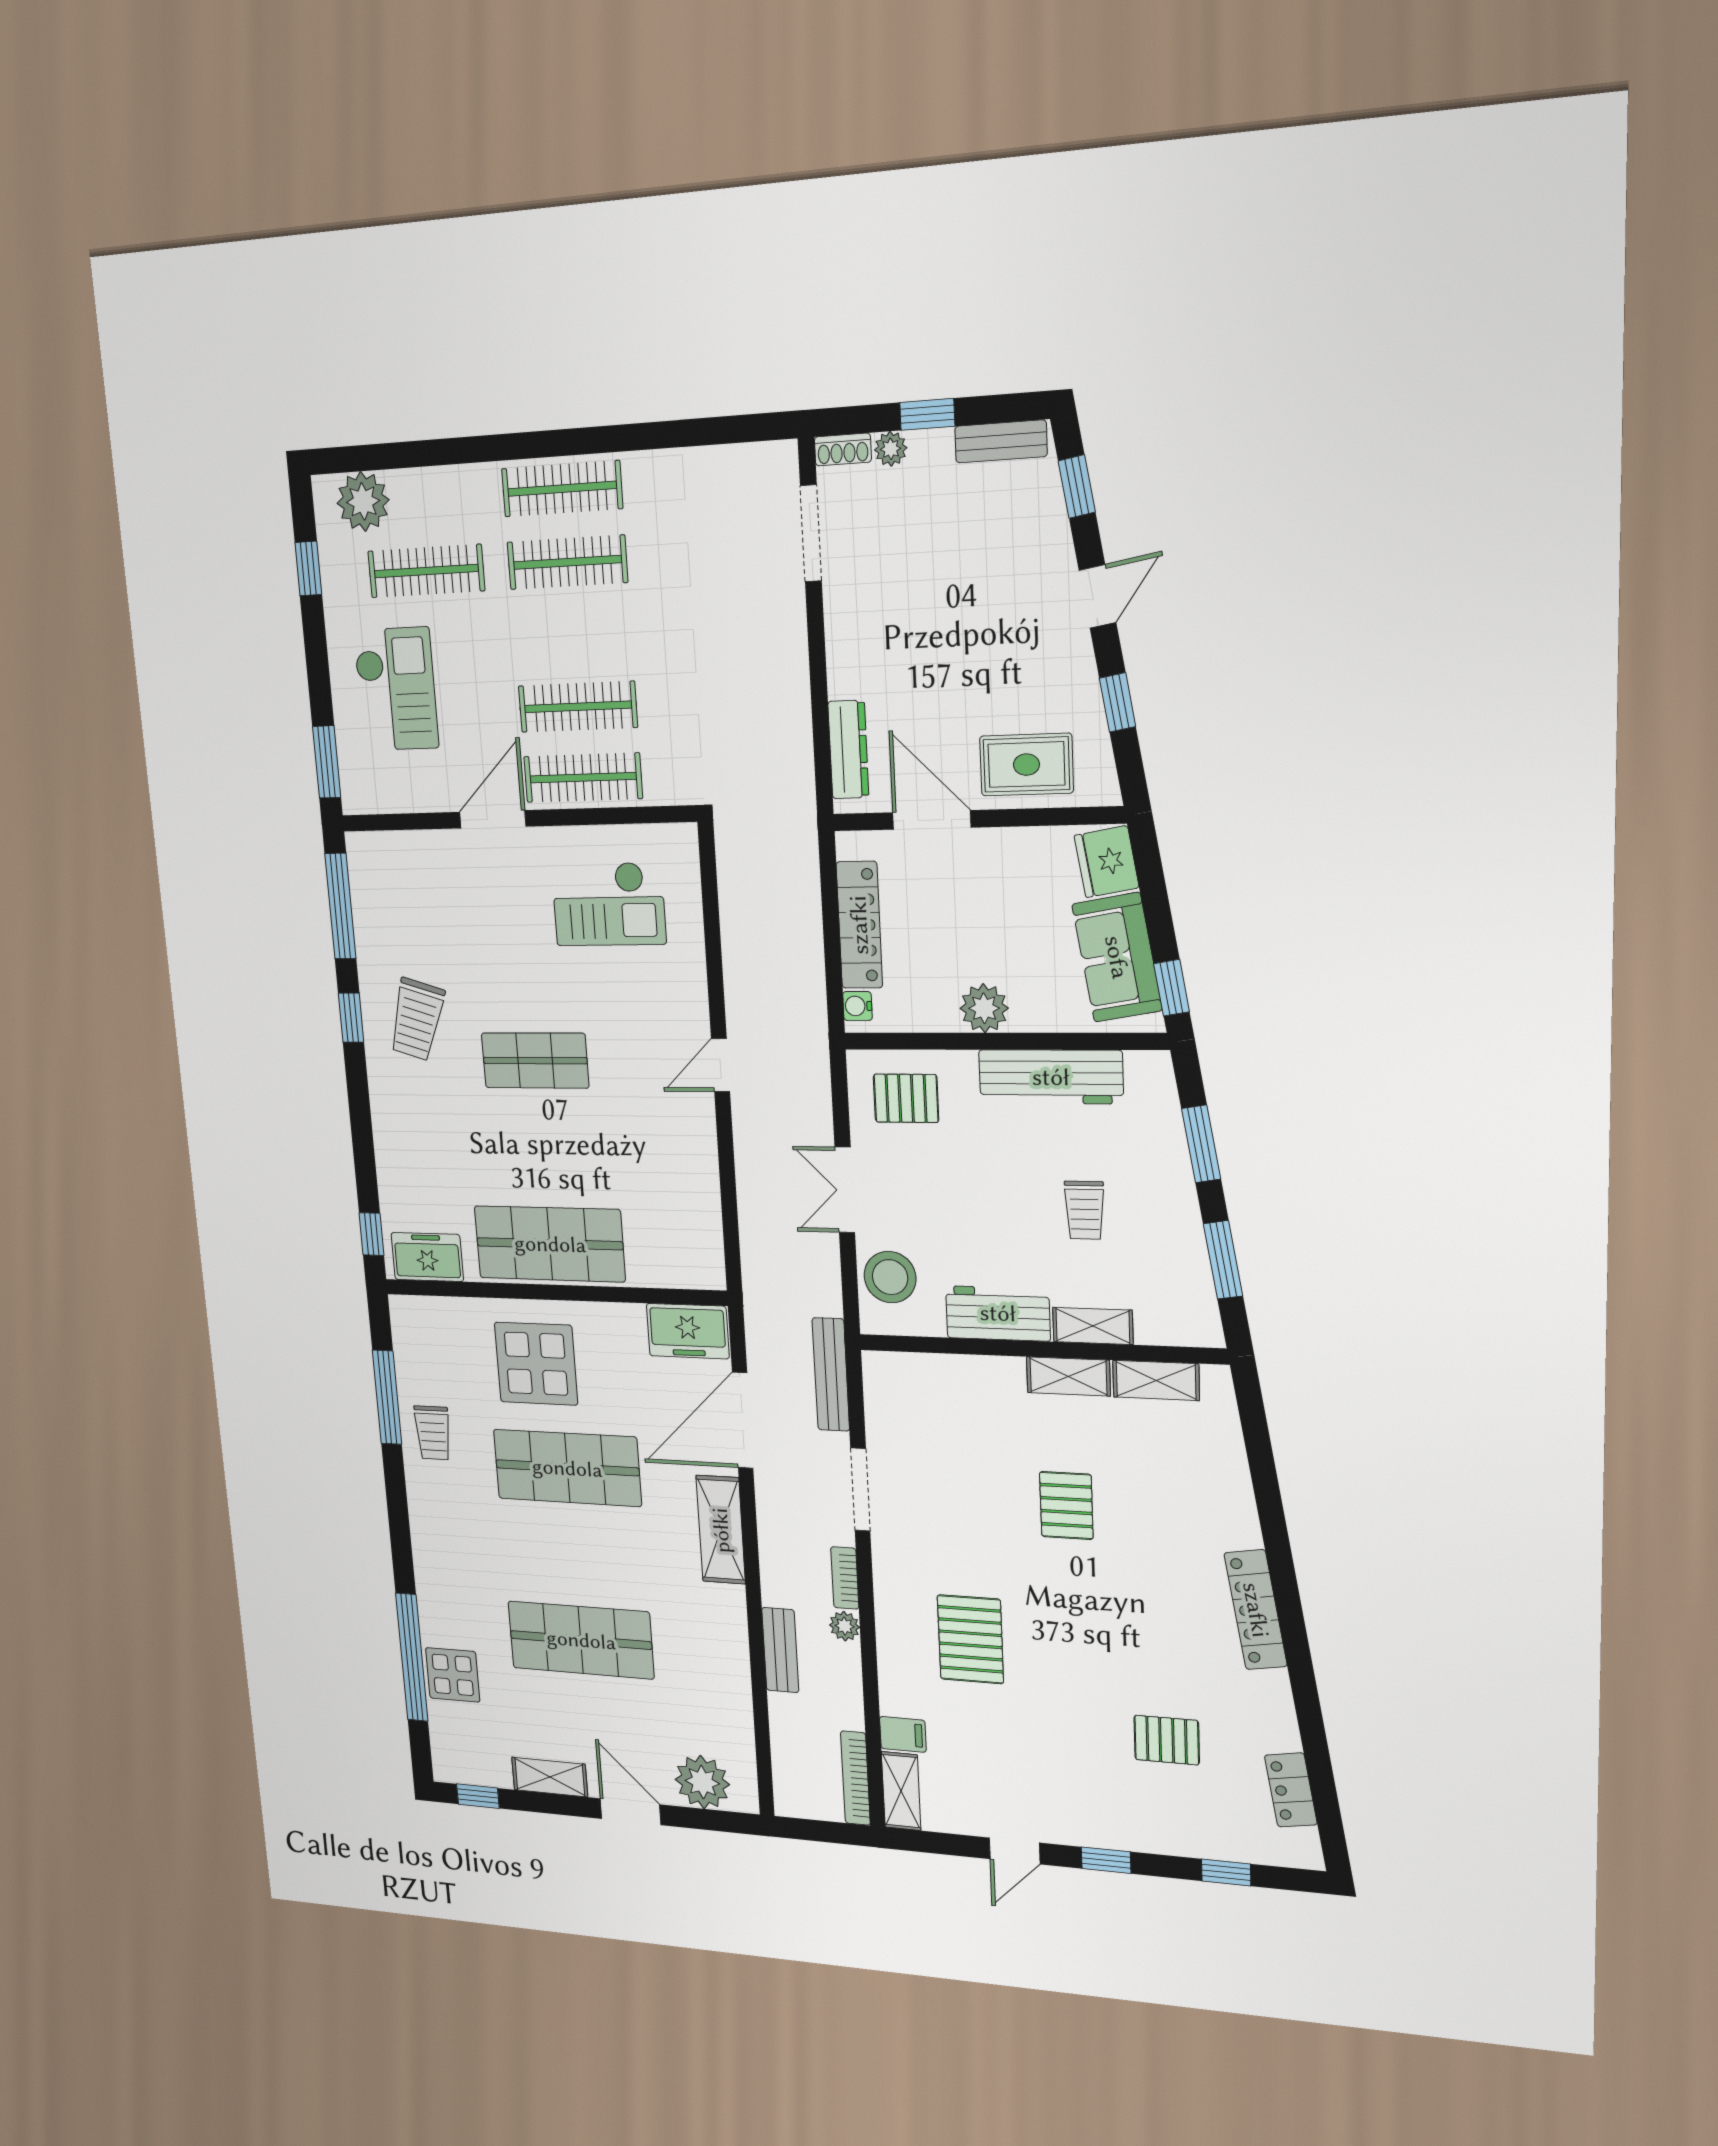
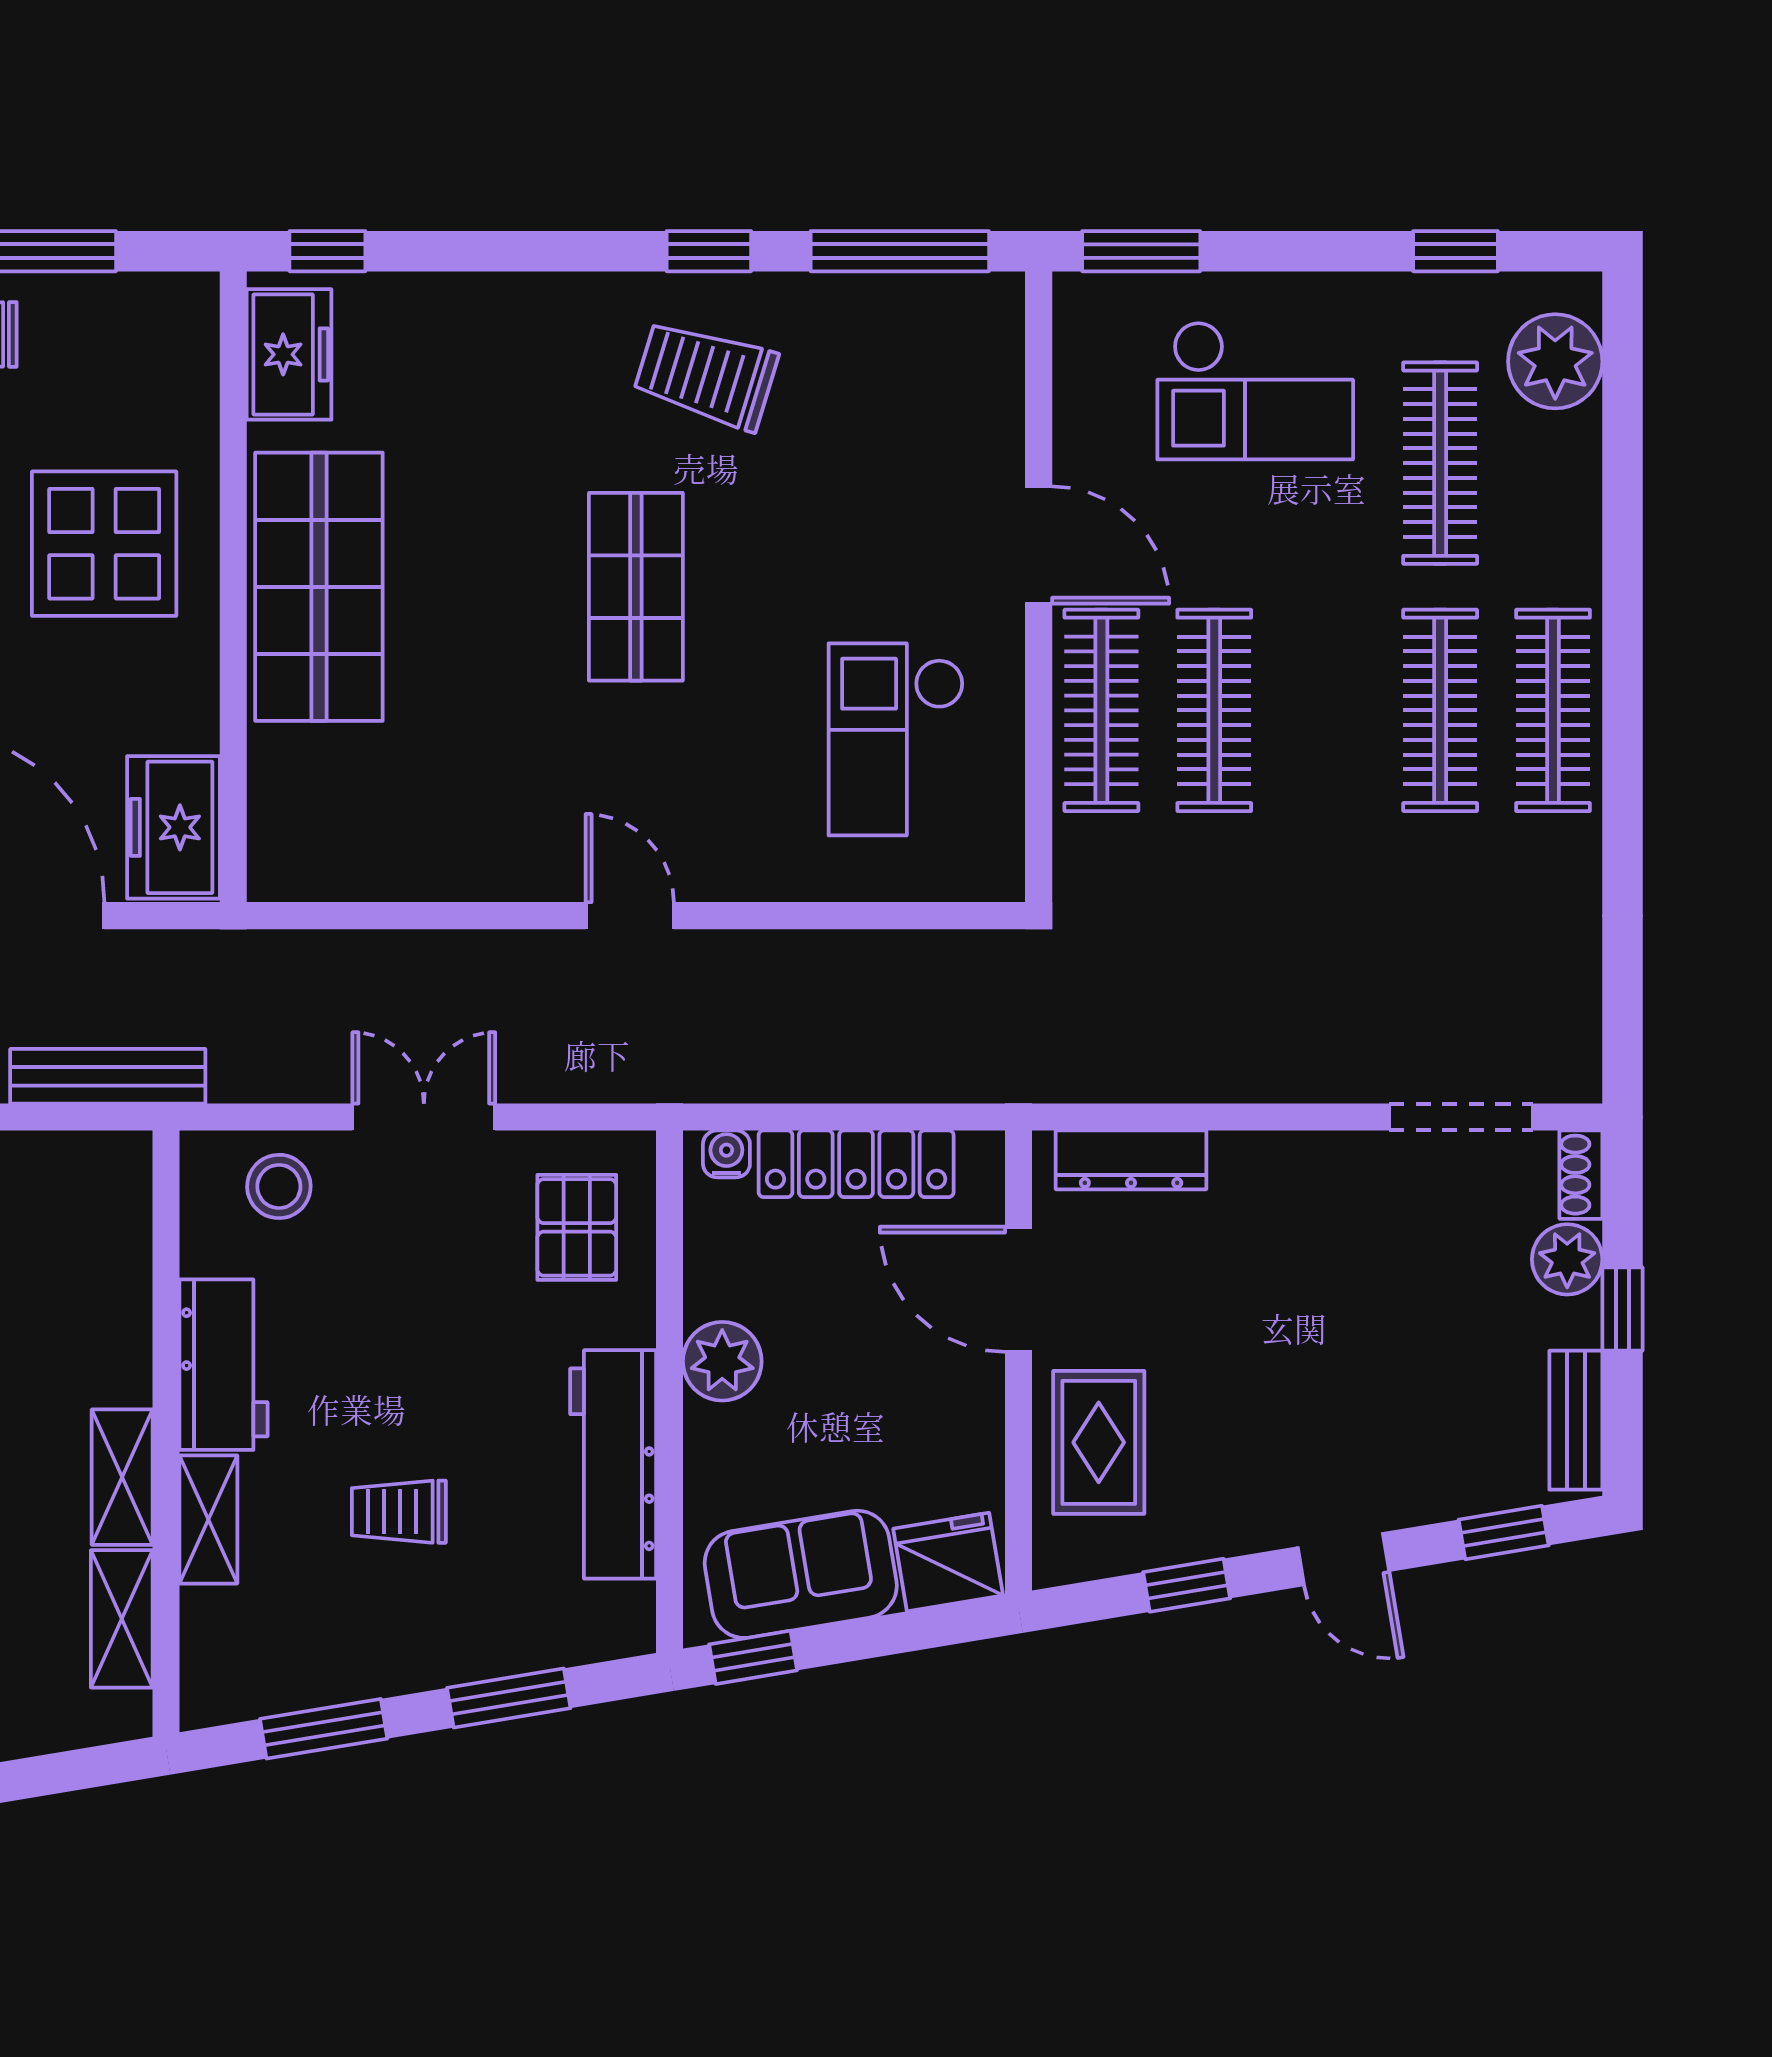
plant: (891, 449) -> (1567, 1259), width x1.38, depth x1.38
door: (932, 820) -> (1018, 1289), swing flipped
stool: (890, 1277) -> (279, 1186), width x0.73, depth x0.73

